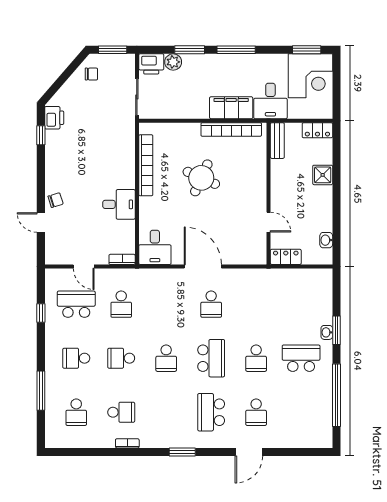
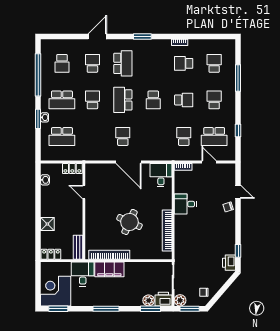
window: (190, 50) -> (151, 309), moved
plant: (127, 62) -> (180, 300), added
school desk: (301, 304) -> (62, 137), added
school desk: (76, 358) -> (214, 100), turned -90
school desk: (166, 358) -> (153, 100), turned 180
school desk: (301, 412) -> (62, 63), added

